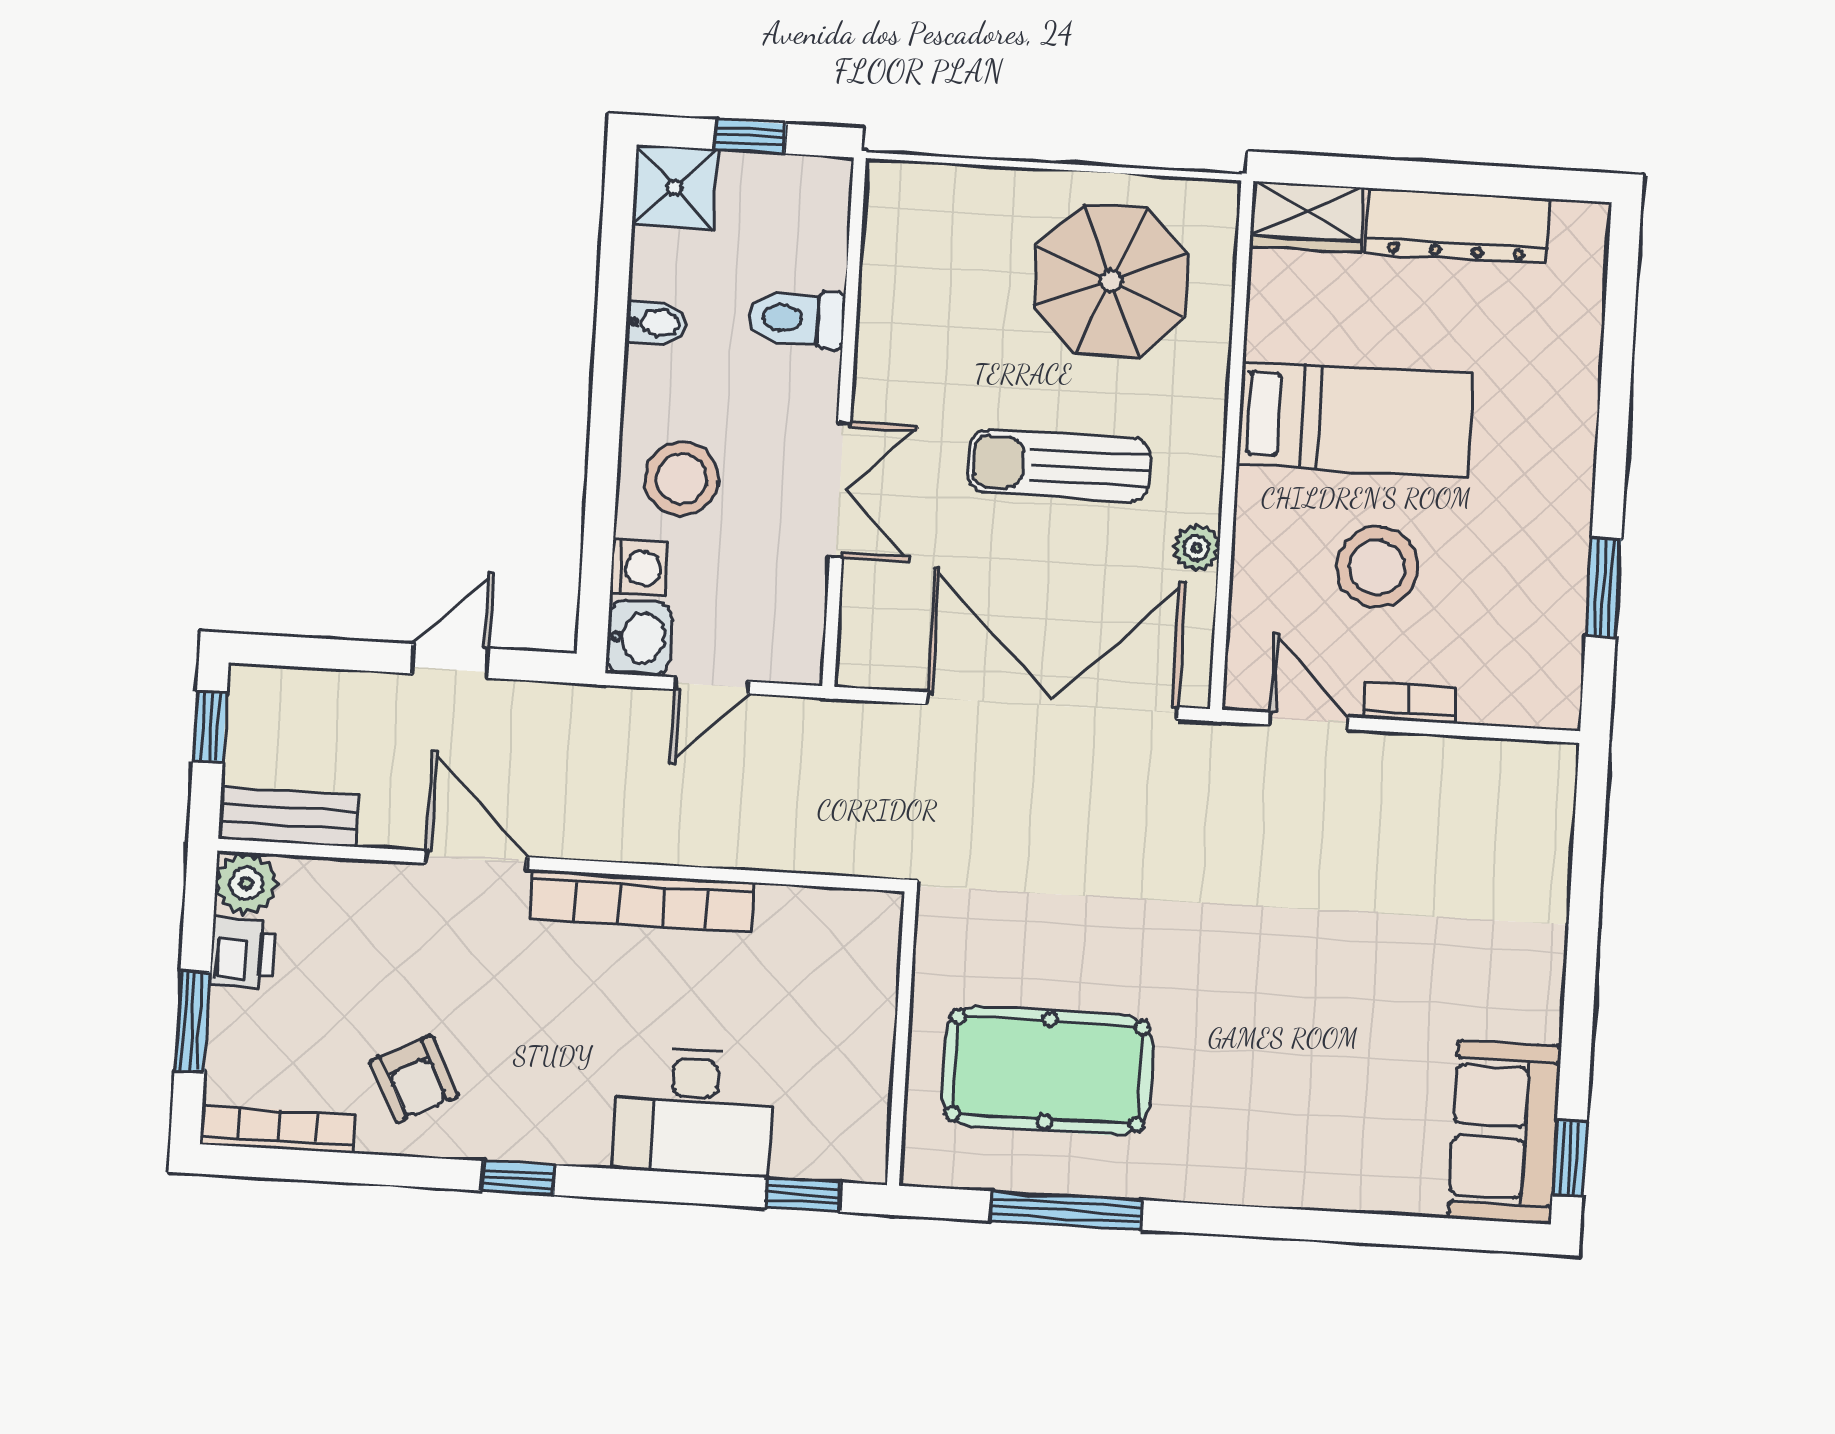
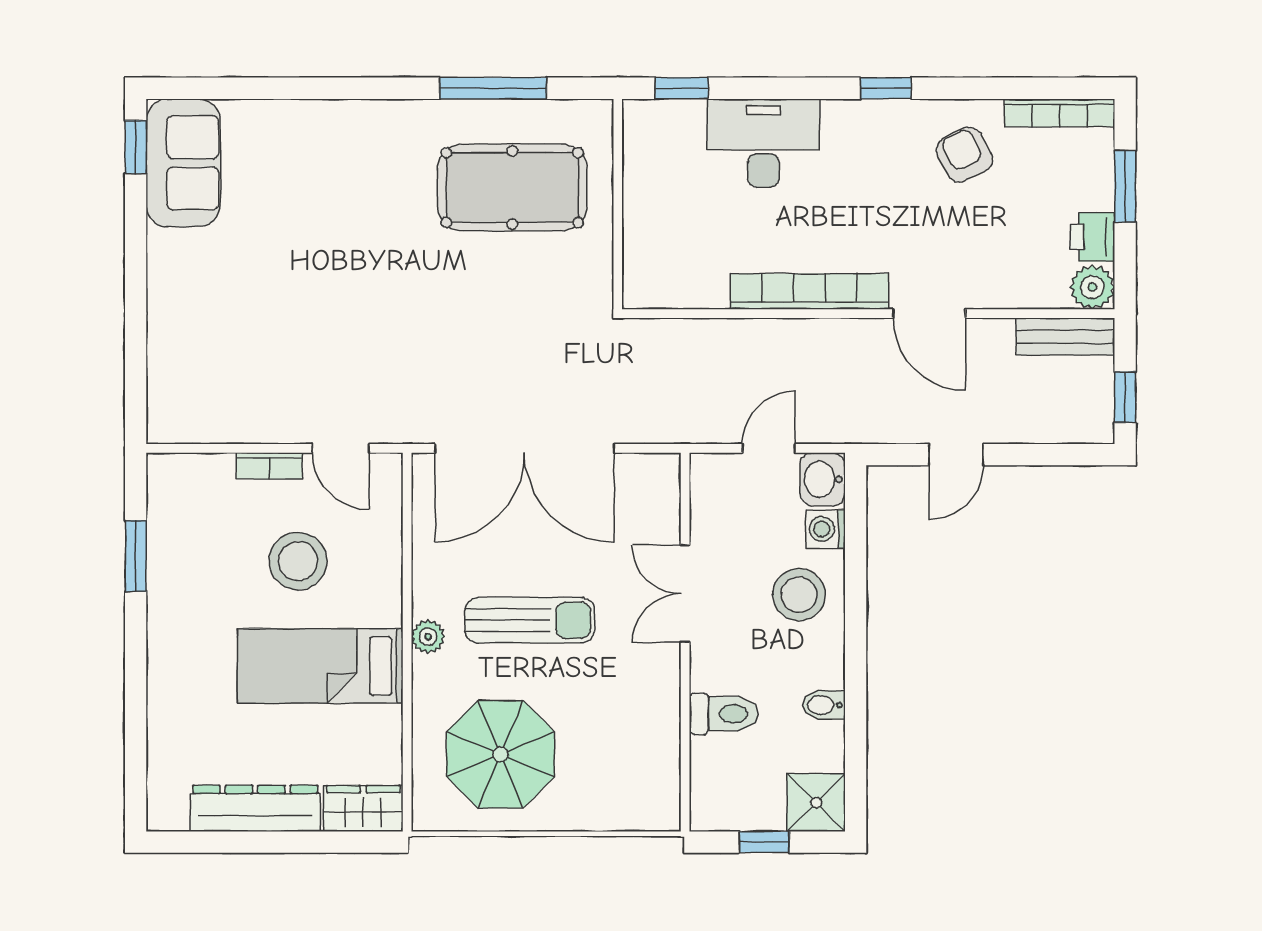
plant: (1196, 548) -> (428, 637), moved

